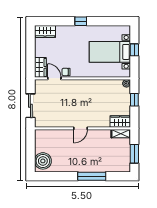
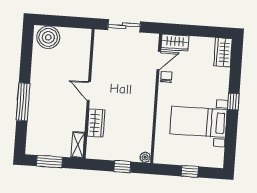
bed with nightstands: (110, 52) -> (199, 122), moved, turned -90
wardrobe: (120, 121) -> (96, 123), moved

